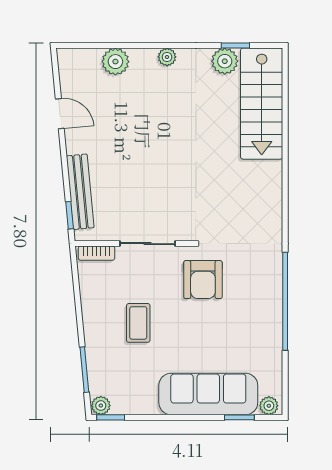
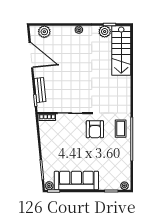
plant: (115, 62) -> (44, 32), moved
door: (60, 114) -> (31, 55), width x1.87
bench: (80, 192) -> (40, 90), width x0.73
coffee table: (138, 323) -> (121, 129), moved
sofa: (208, 394) -> (76, 180), moved

